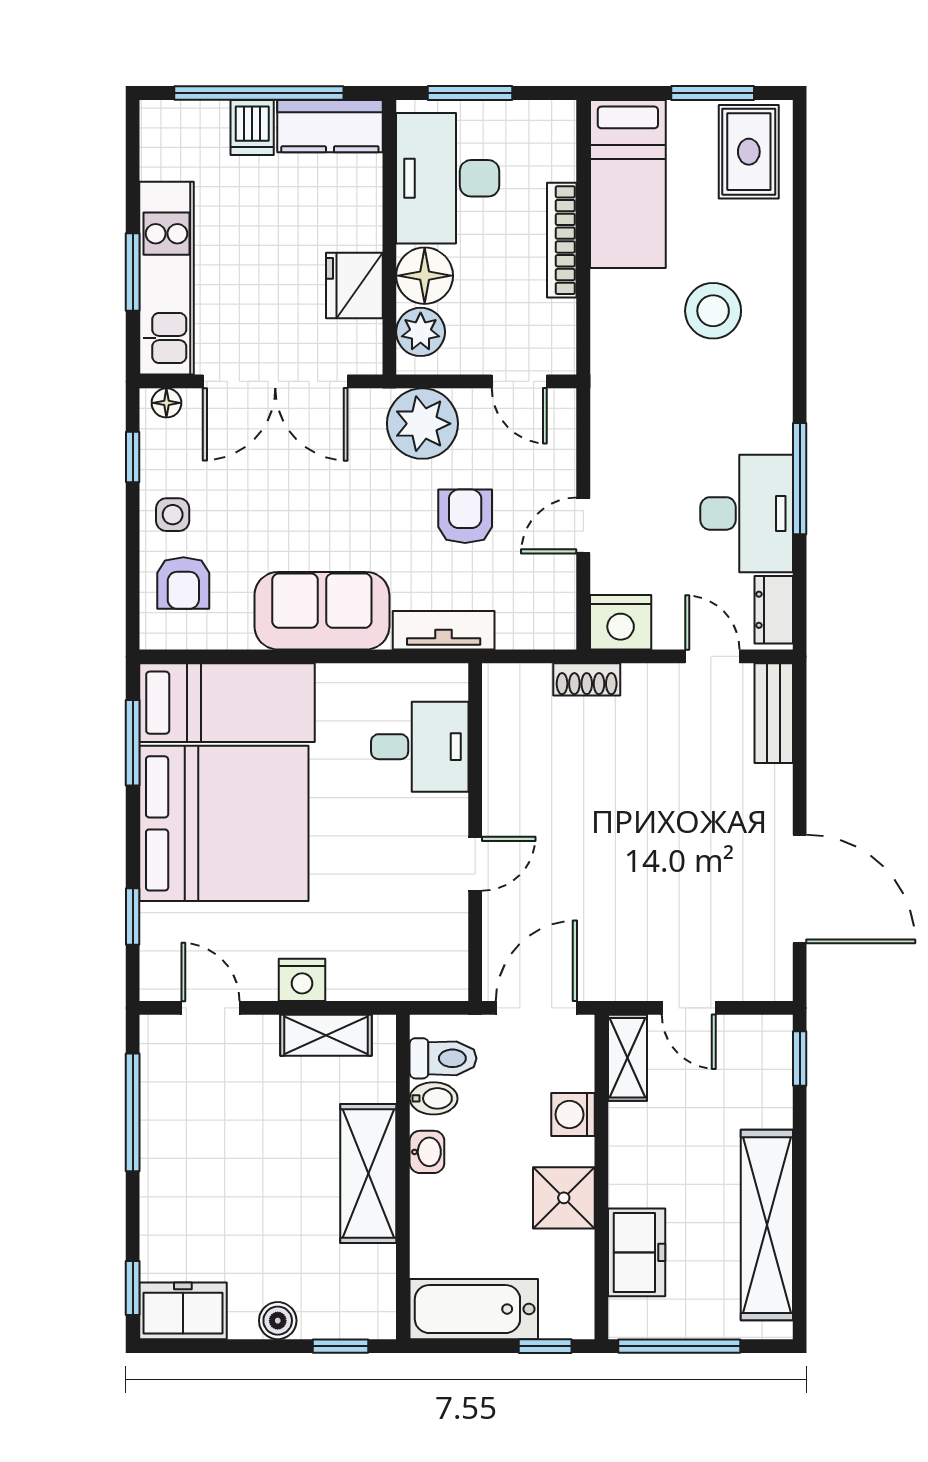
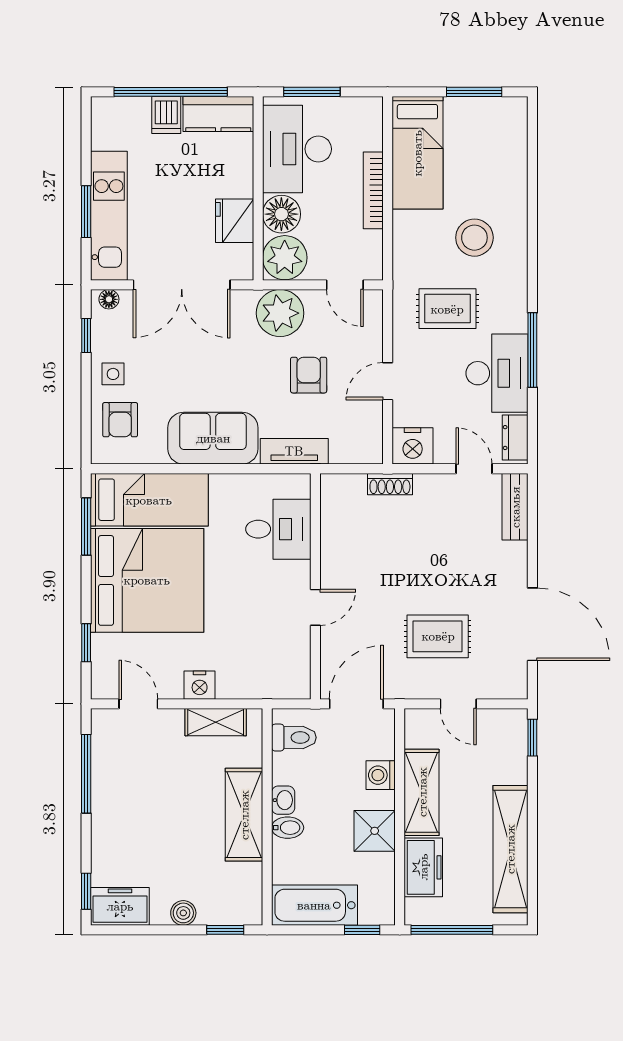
rug: (749, 152) -> (447, 309), moved, turned 90
plant: (421, 332) -> (285, 258), width x1.36, depth x1.36
rug: (658, 907) -> (438, 636), added
shelving: (627, 1058) -> (422, 792), moved, width x1.50, depth x1.33
bidet: (434, 1098) -> (288, 828), moved

